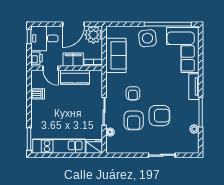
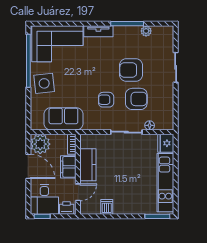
armchair: (133, 93) -> (106, 100), turned 180
armchair: (159, 116) -> (131, 70), turned -90

